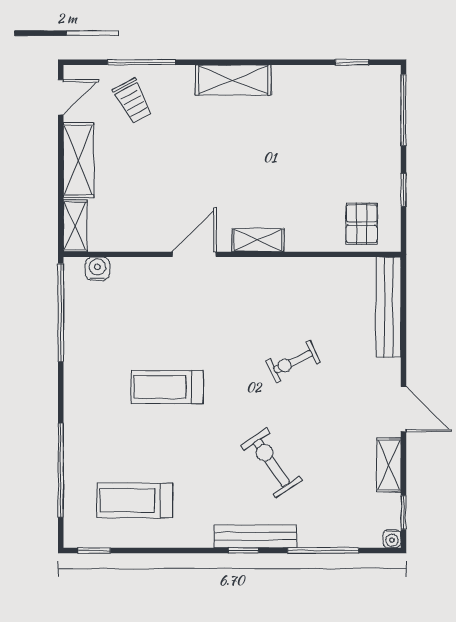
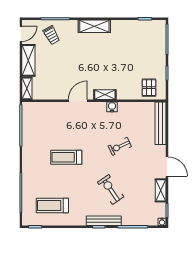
water cooler: (97, 269) -> (112, 107), moved

